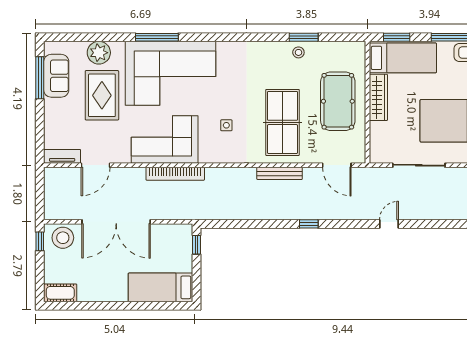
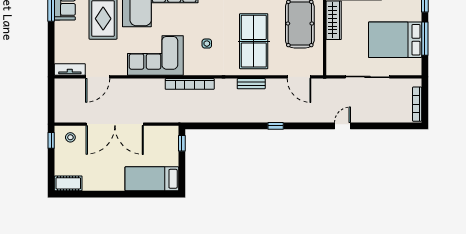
bench: (280, 173) -> (251, 84), width x0.73
bookcase: (175, 174) -> (190, 84), moved
stool: (63, 238) -> (70, 137), width x0.53, depth x0.53

